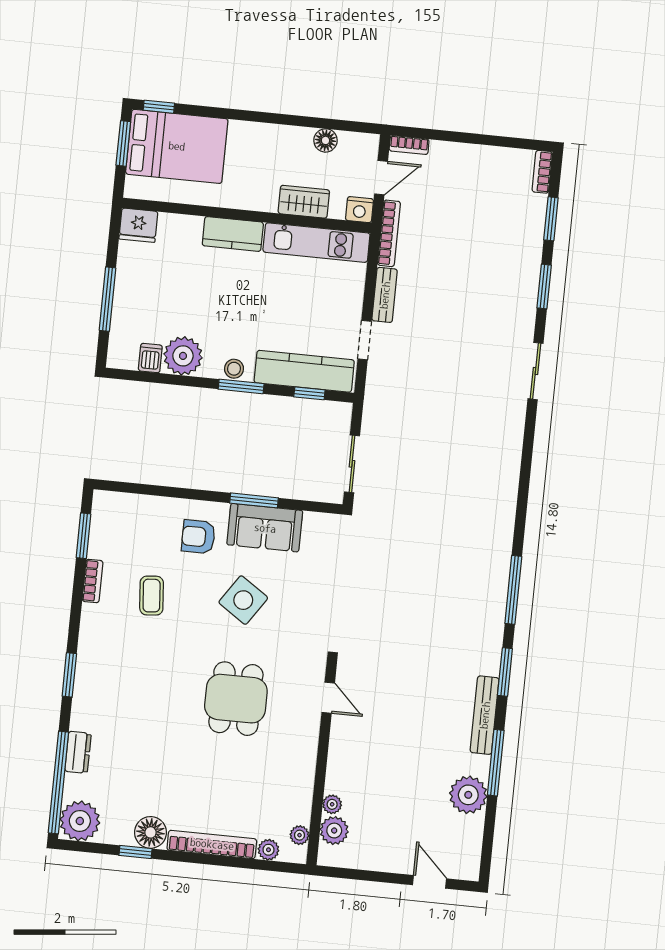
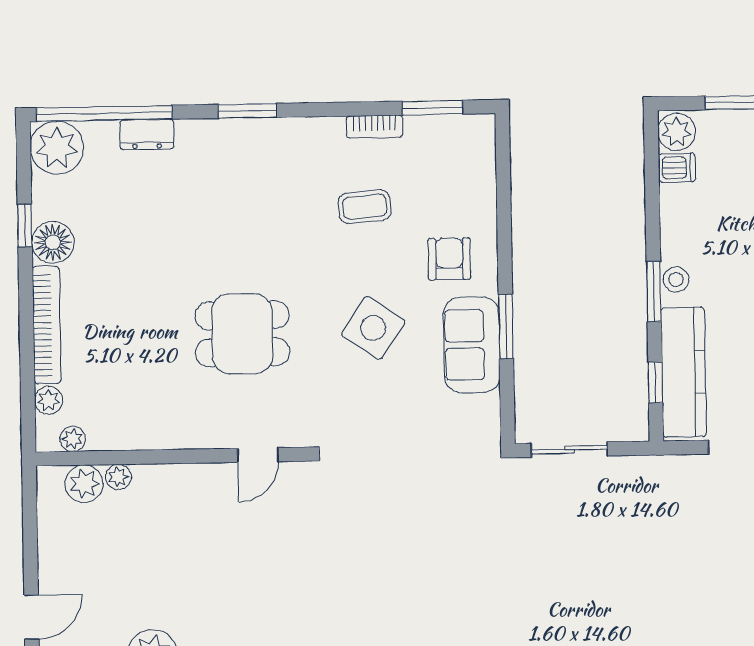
plant: (183, 356) -> (677, 132), moved, width x0.73, depth x0.73

